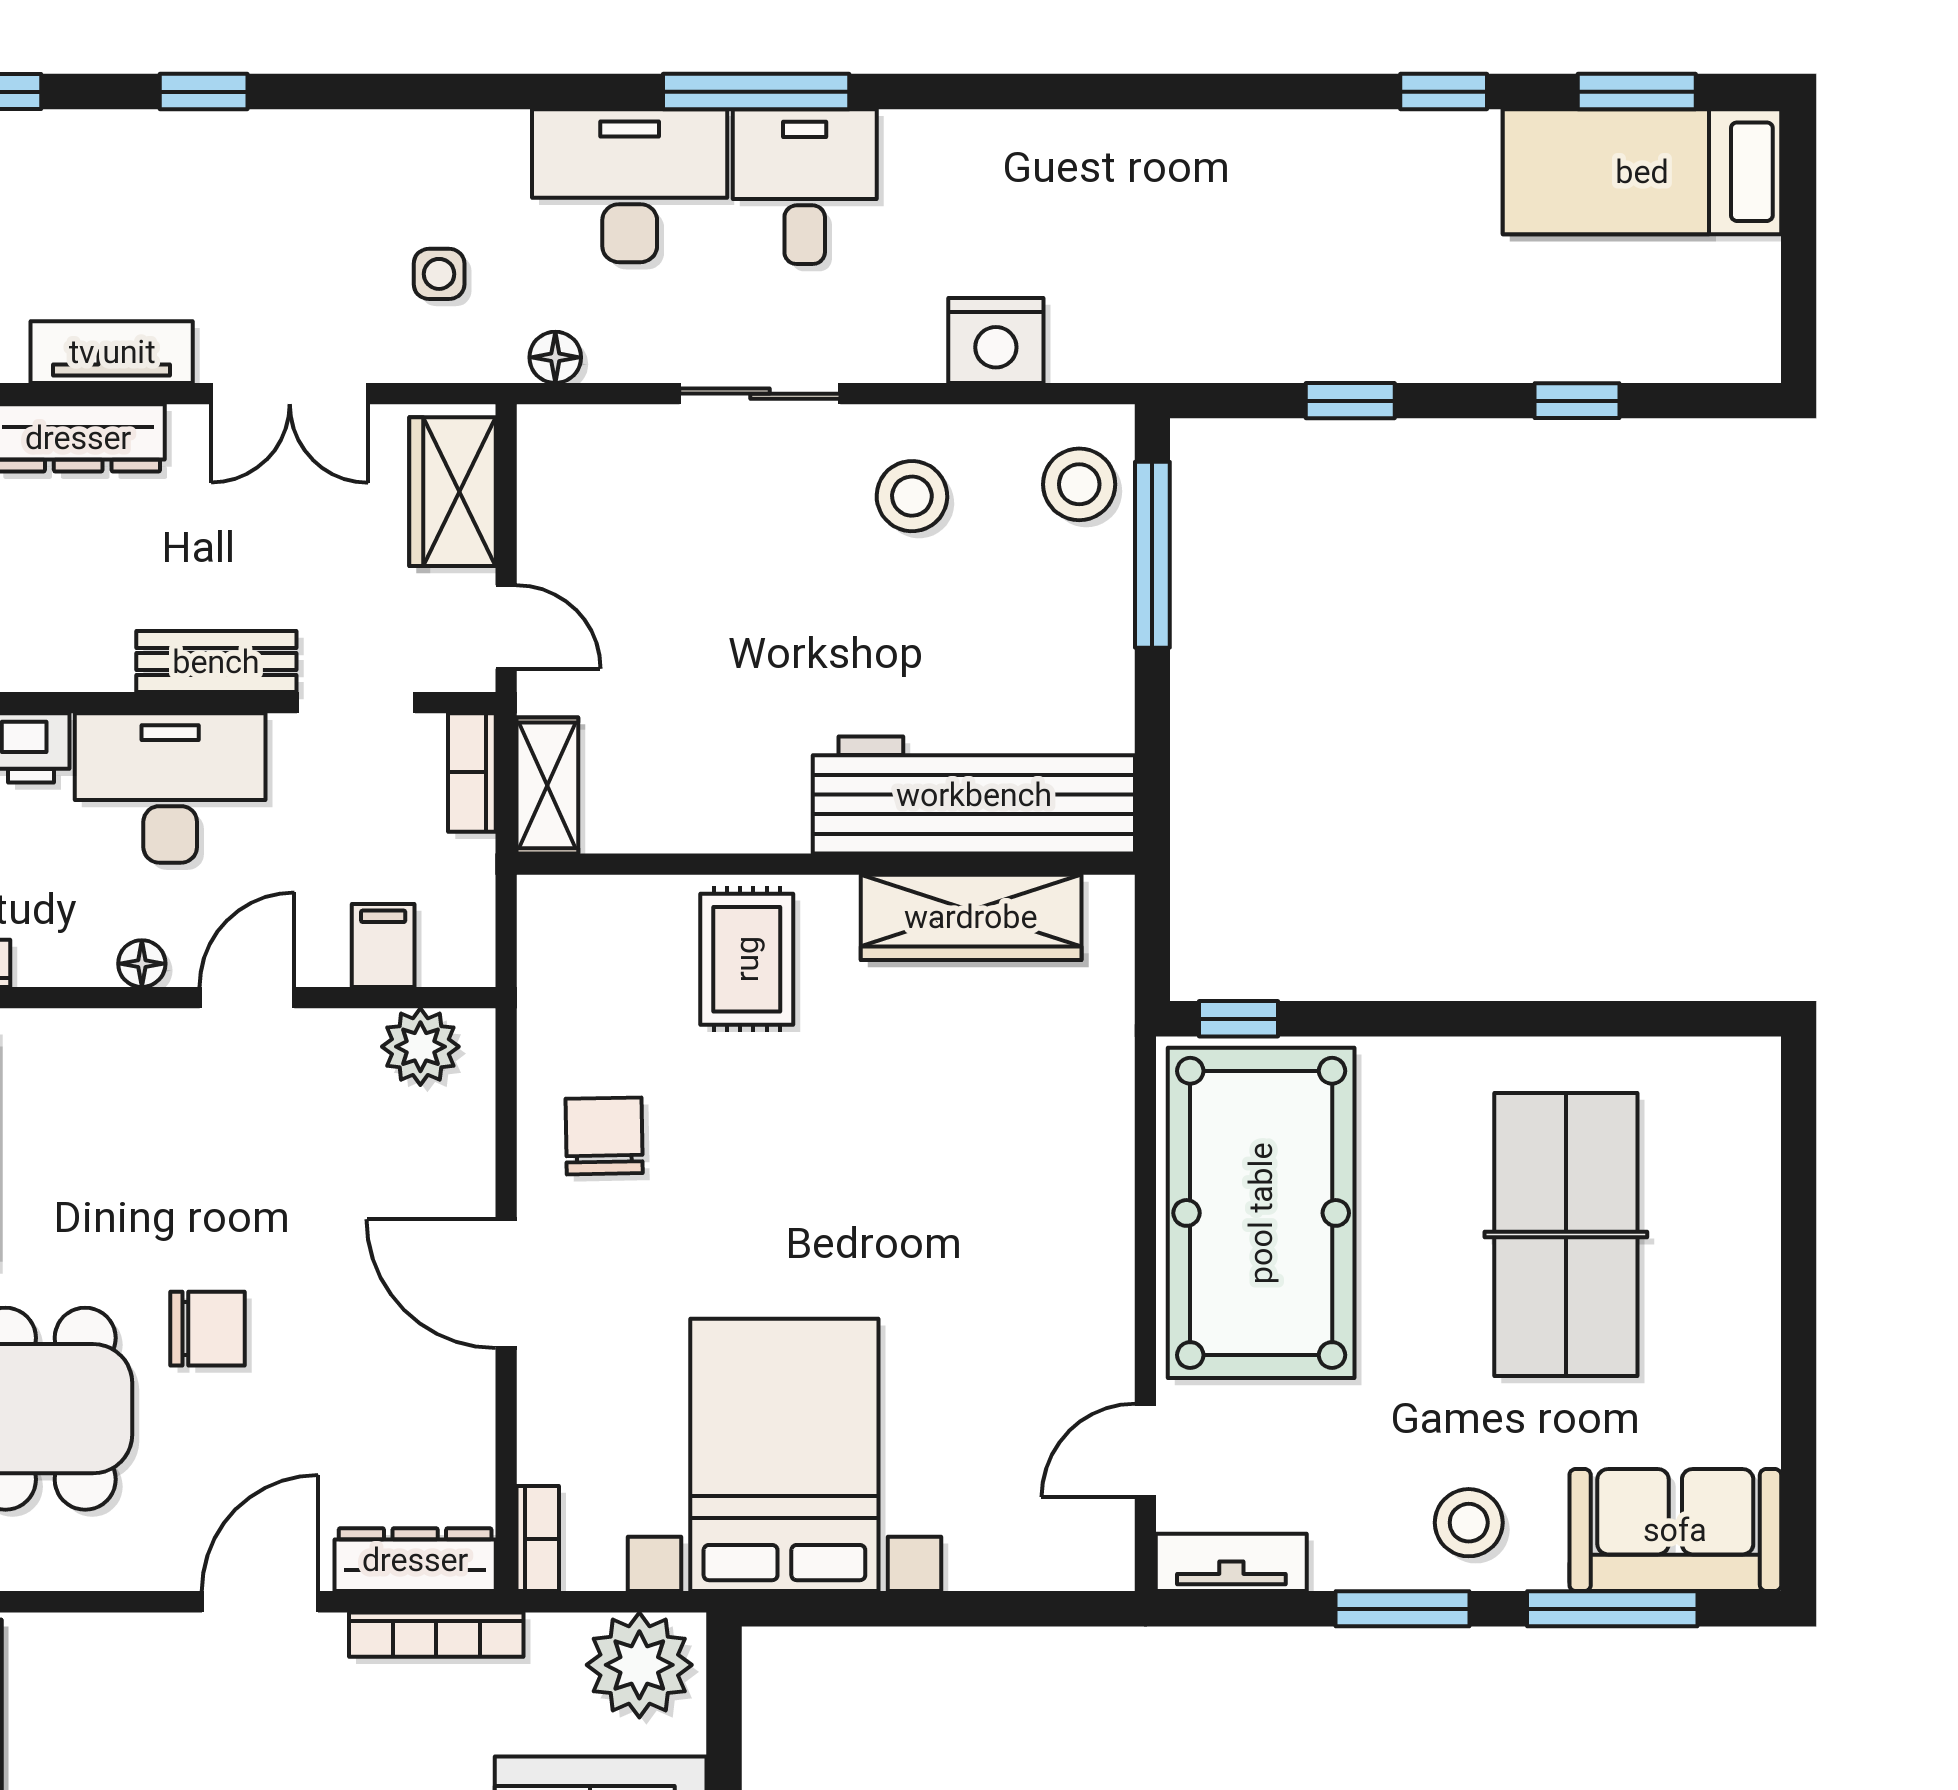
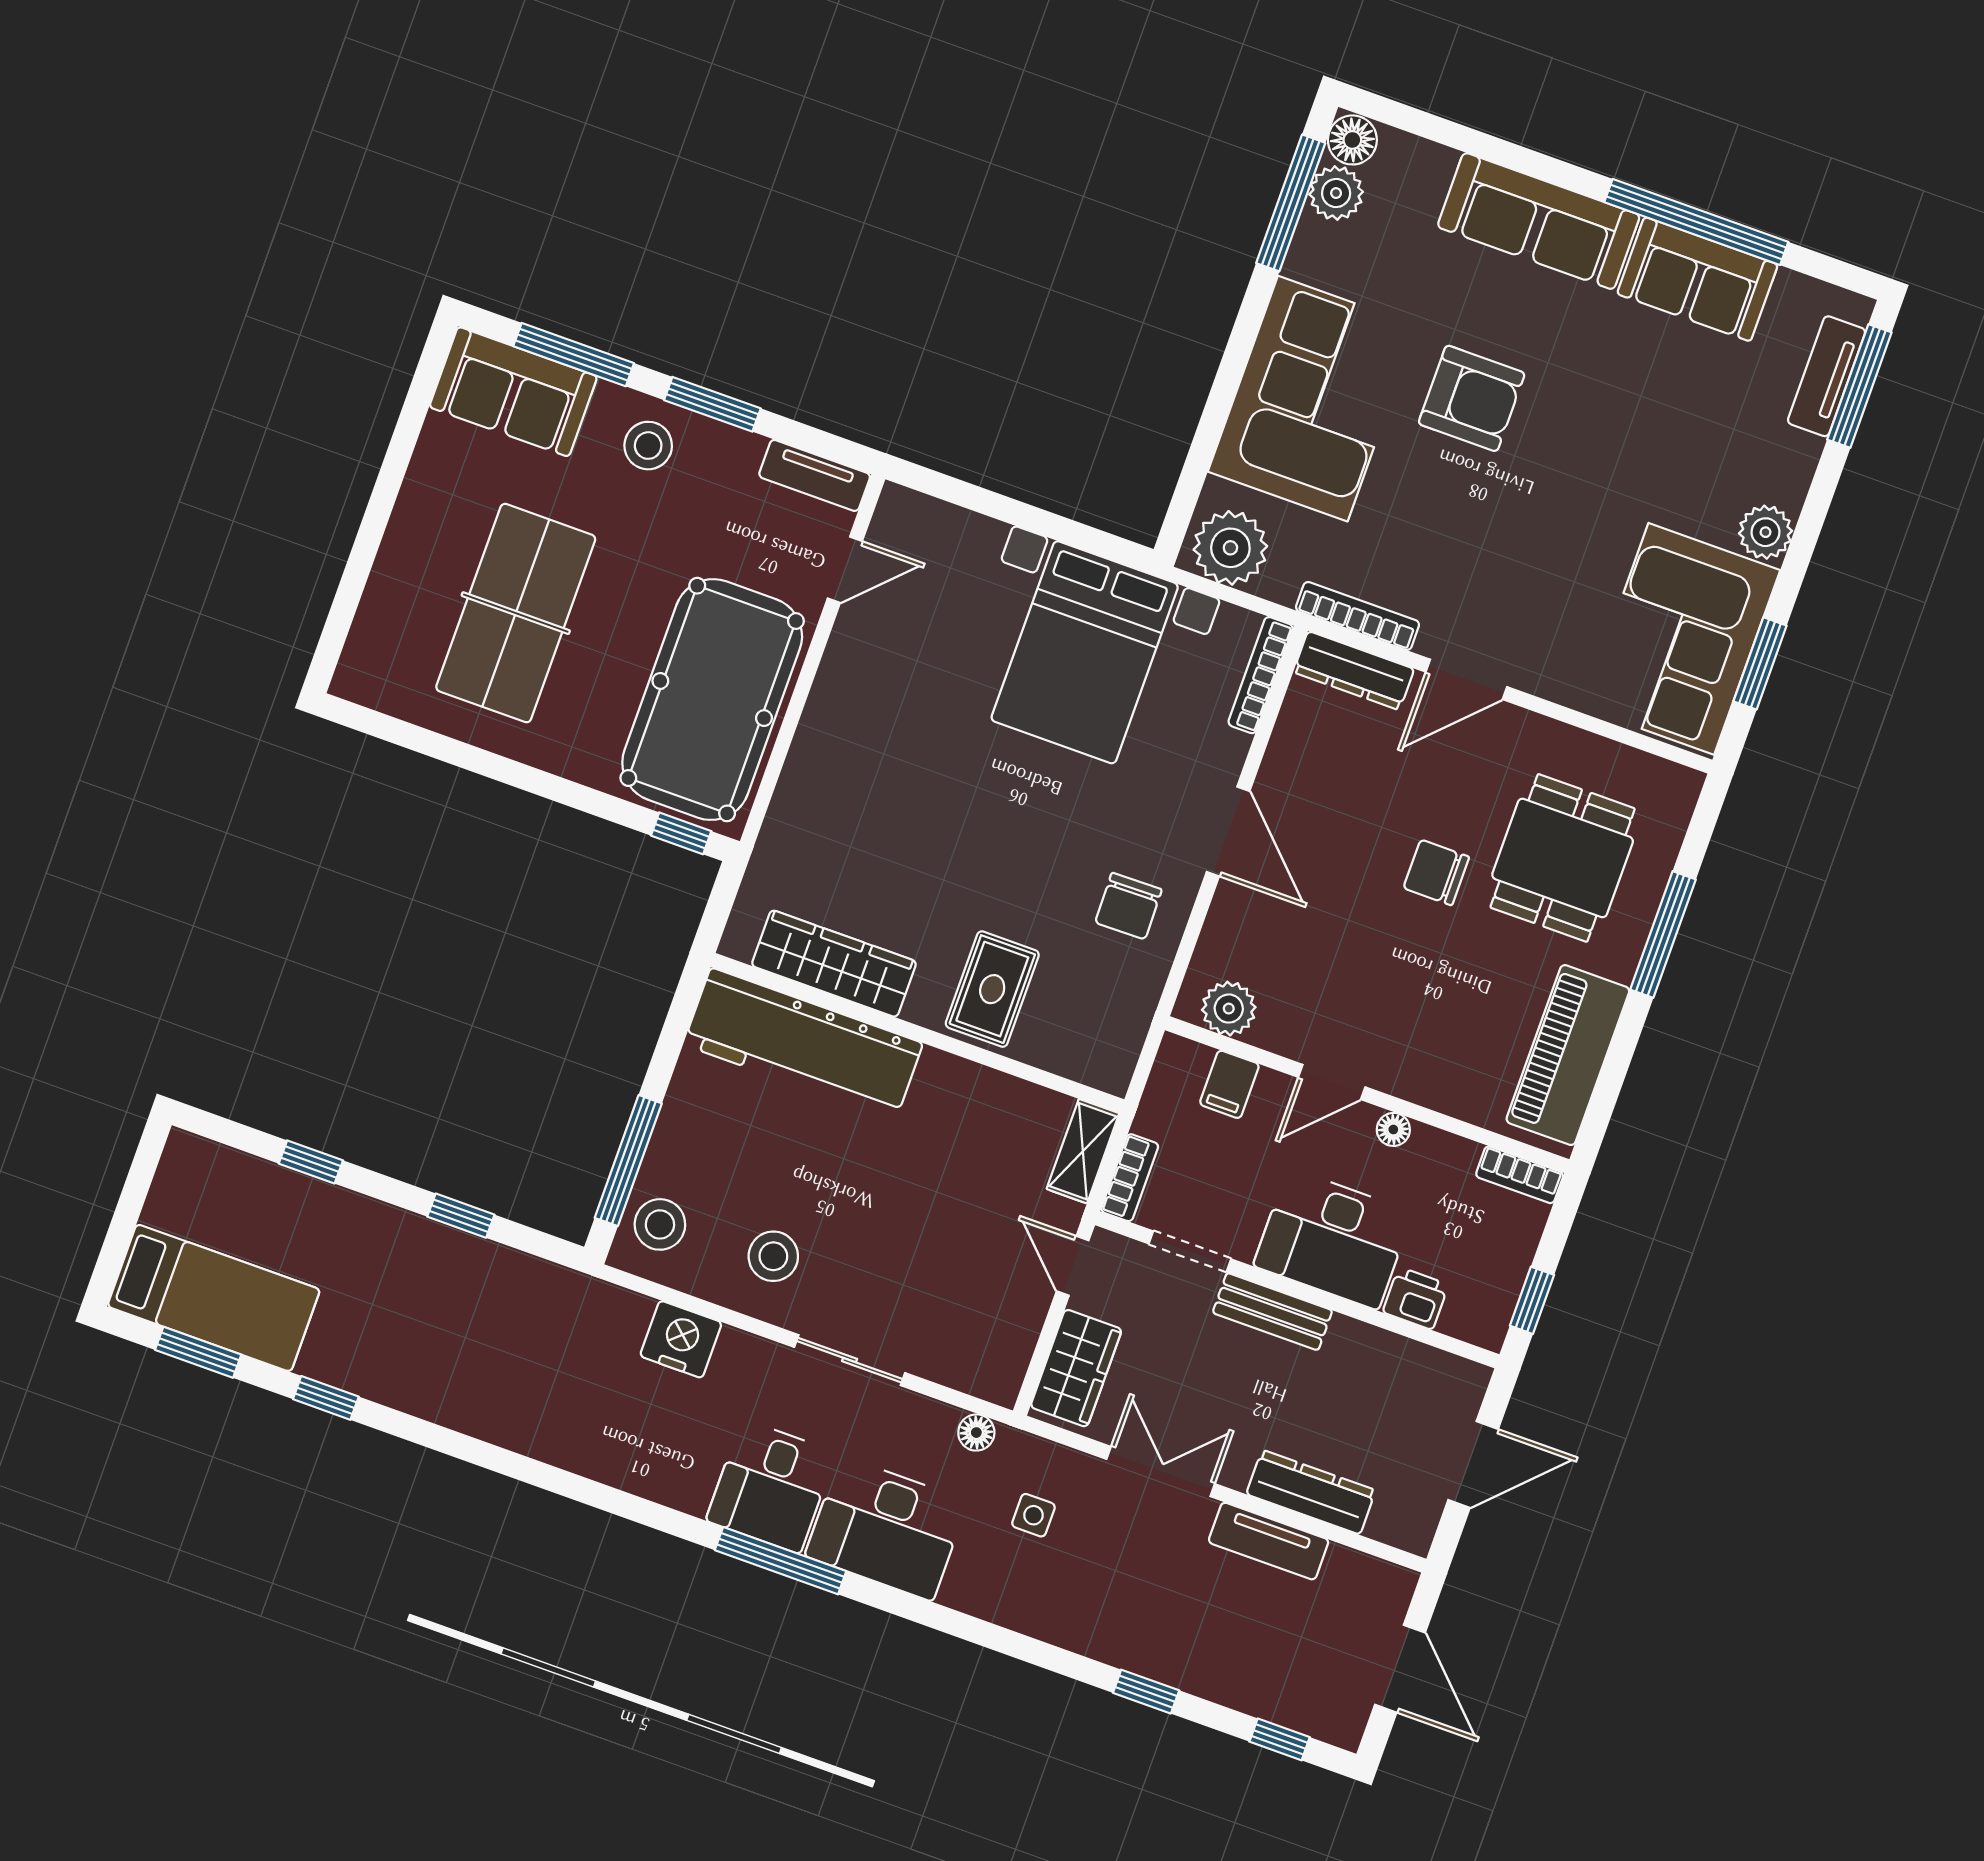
bookcase: (538, 1539) -> (1261, 675), width x1.56

